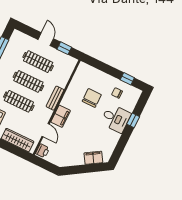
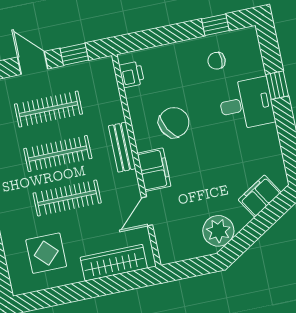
chair: (92, 98) -> (174, 122), moved, turned 61
door: (46, 130) -> (147, 211), swing flipped
printer: (42, 151) -> (132, 74), moved
plant: (67, 159) -> (218, 231), added

